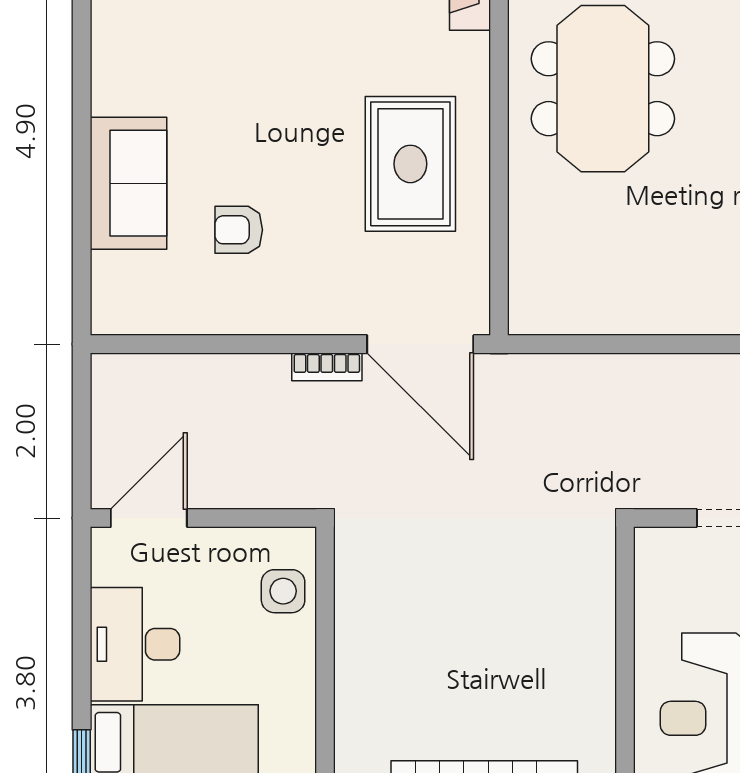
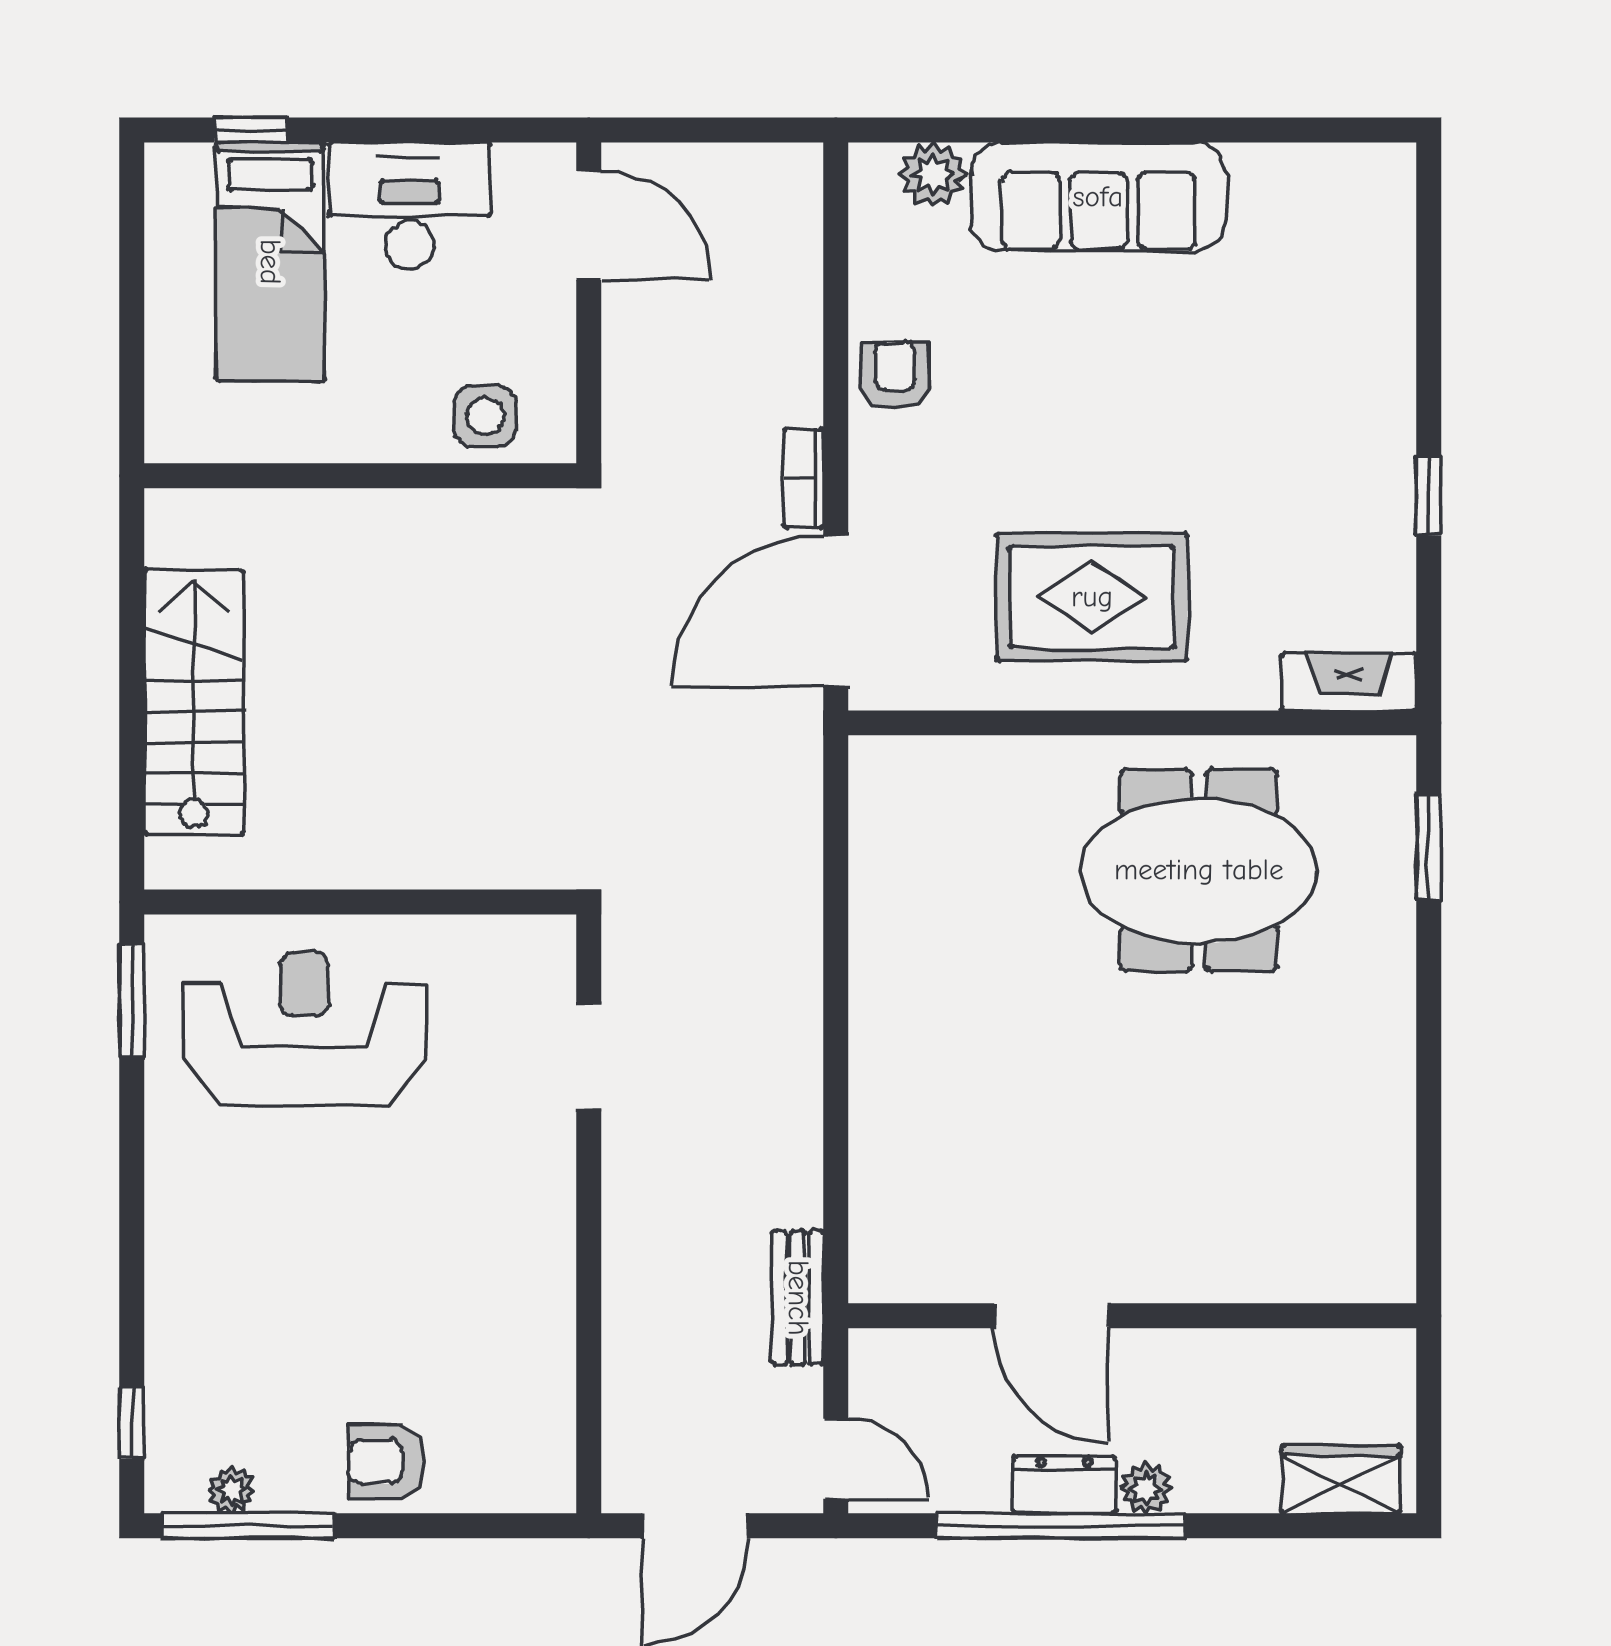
sofa: (129, 183) -> (1098, 197), width x1.36
armchair: (239, 230) -> (895, 376), moved
plant: (113, 276) -> (933, 175), added

